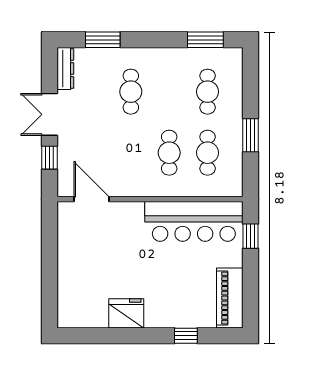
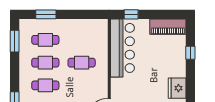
window: (250, 135) -> (46, 14), moved
cafe table: (208, 153) -> (45, 63), moved

